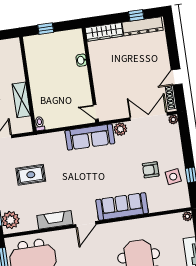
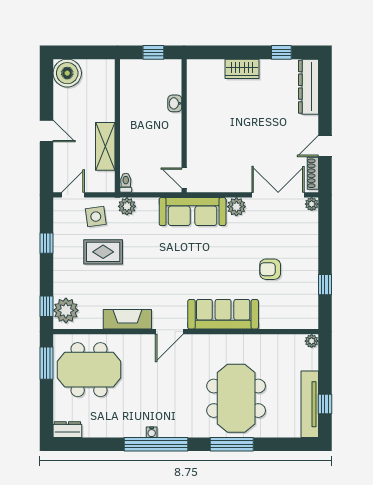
dresser: (143, 26) -> (308, 87), moved, turned 90
wardrobe: (104, 32) -> (242, 69), width x0.67
washbasin: (81, 60) -> (175, 103), moved
wall: (90, 75) -> (184, 126), moved
door: (96, 112) -> (184, 178), moved
plant: (43, 140) -> (127, 206), added
side table: (173, 177) -> (96, 217), moved

